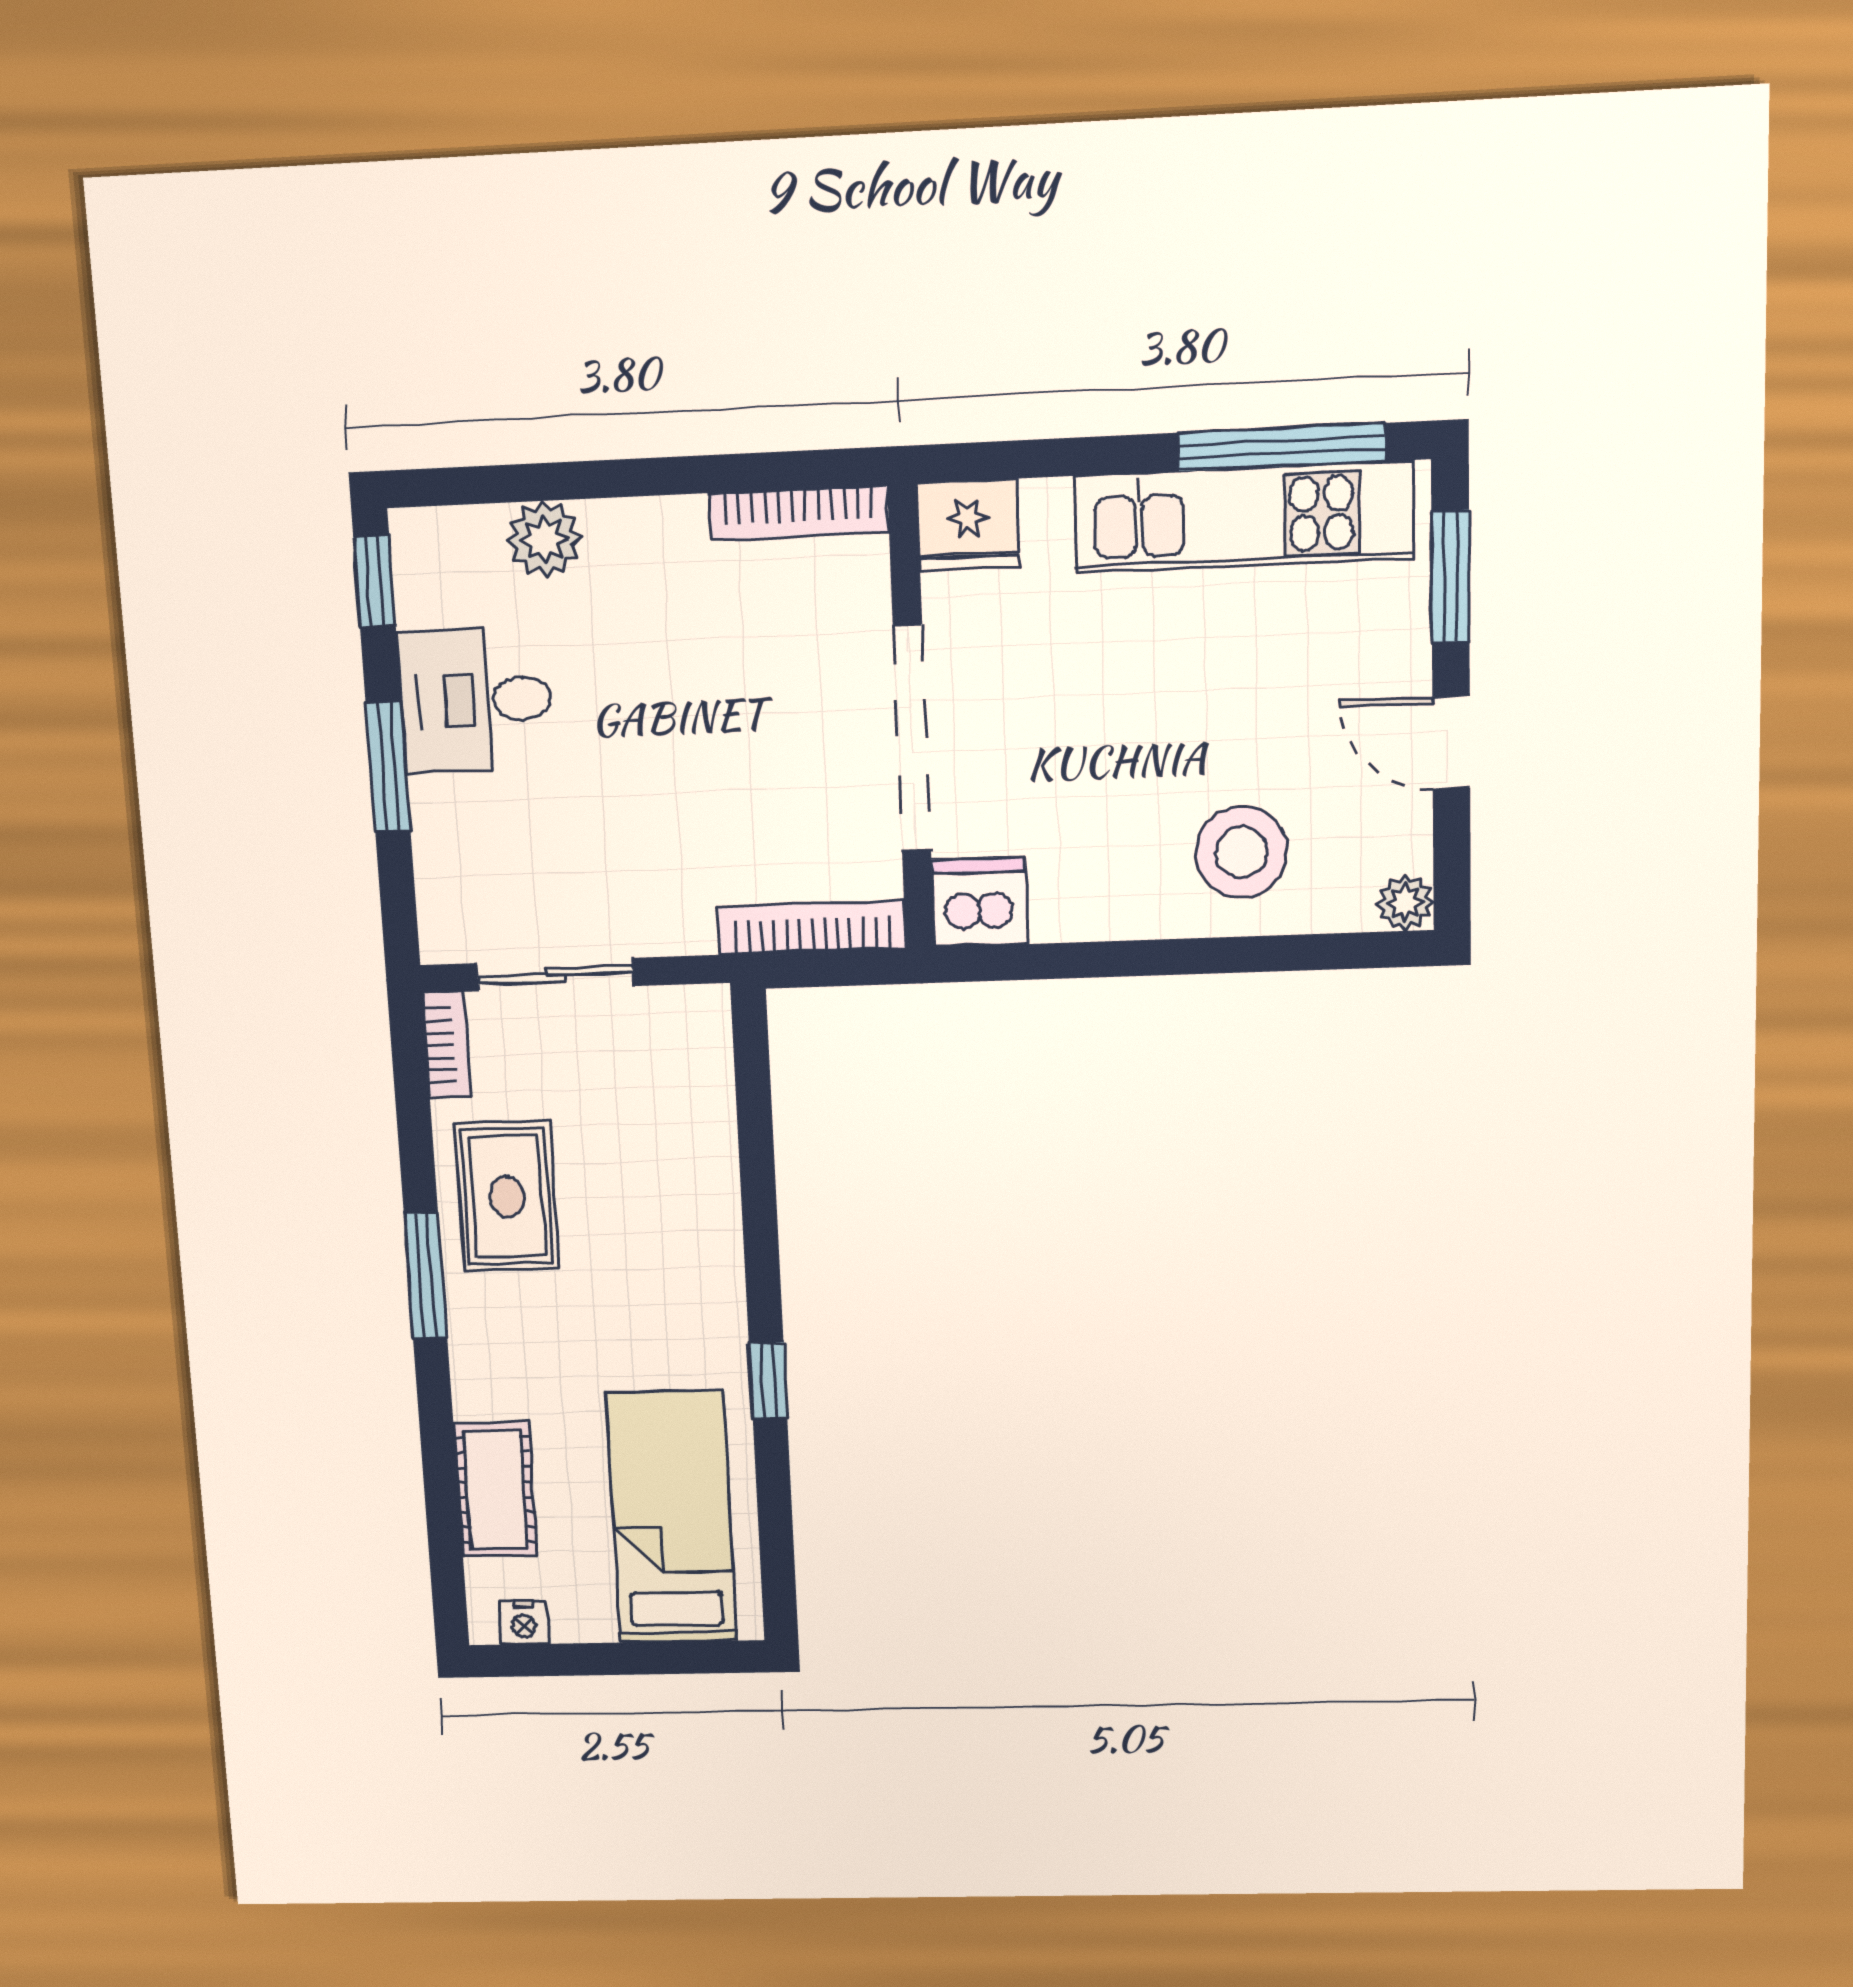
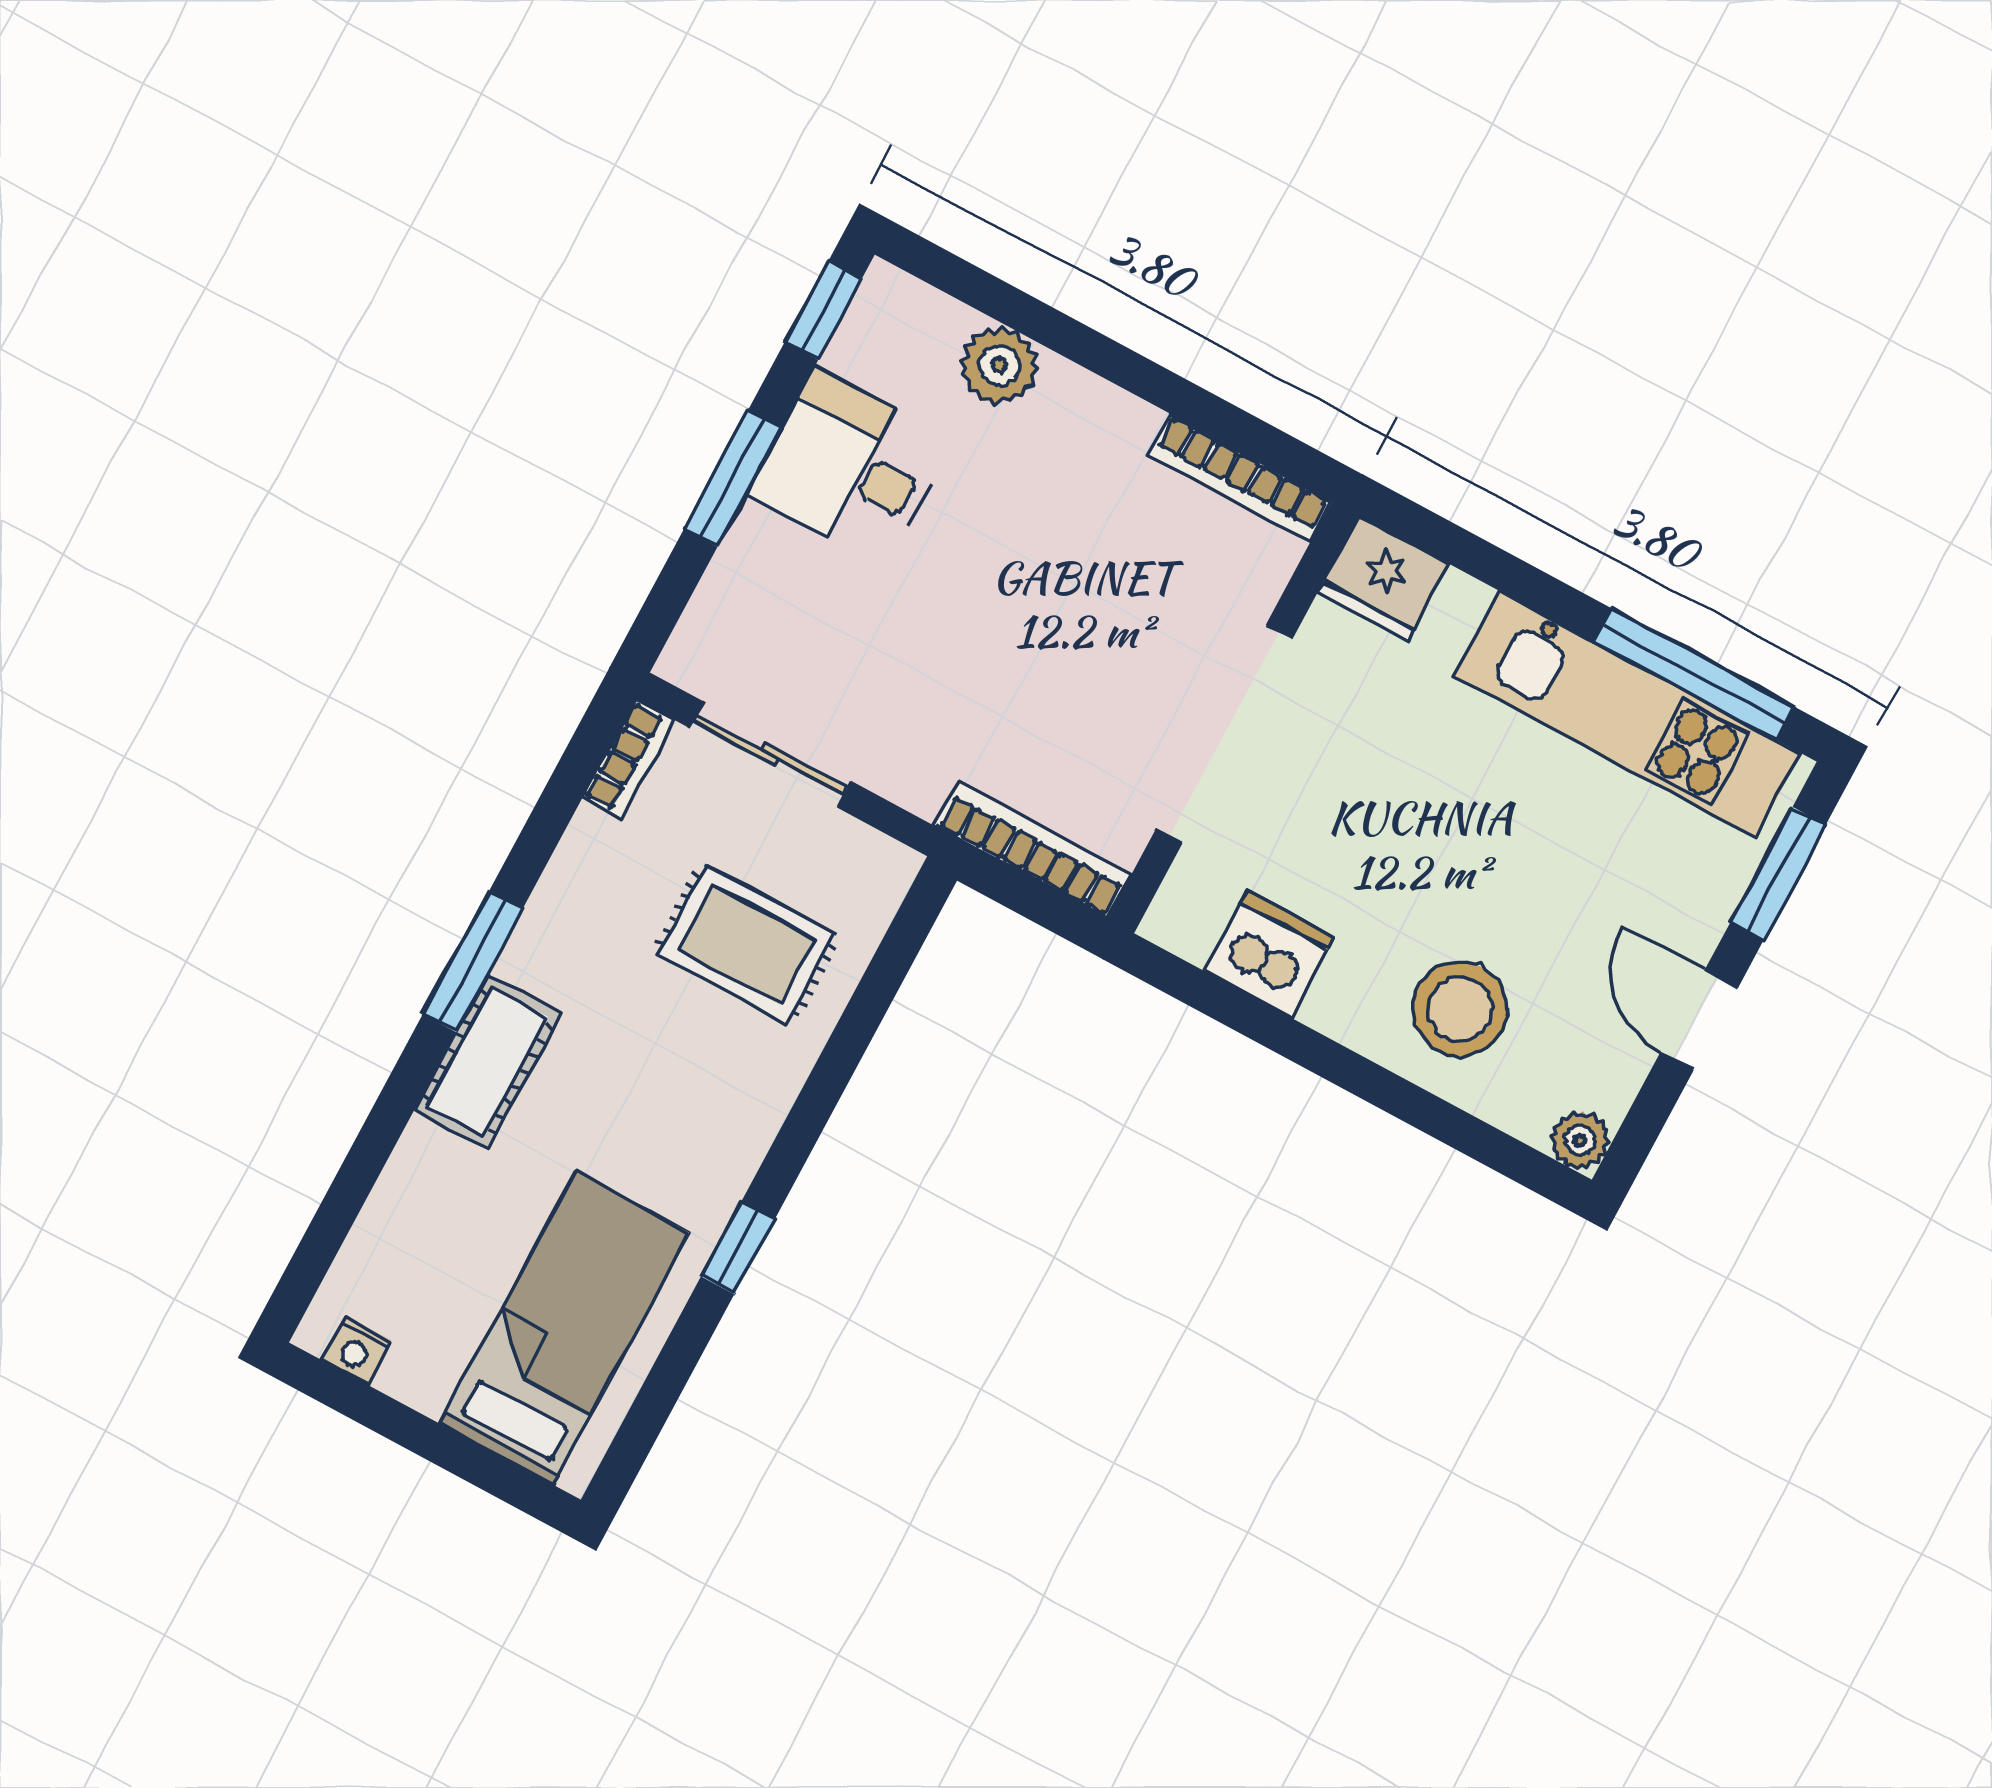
dishwasher: (980, 902) -> (1269, 954), moved
rug: (507, 1197) -> (747, 944), moved, turned 90
cot: (495, 1490) -> (488, 1061), moved

